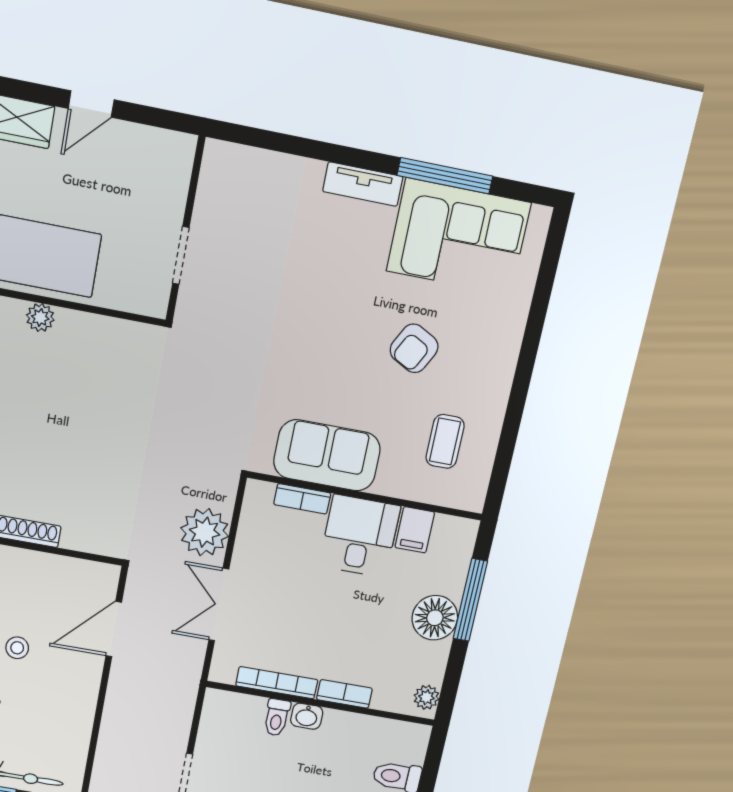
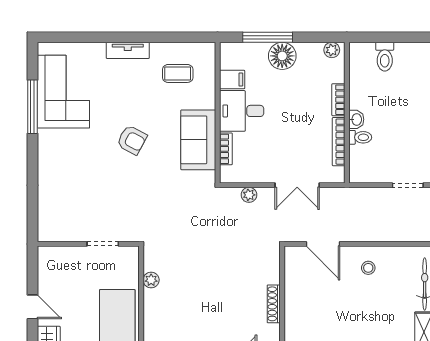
tv unit: (363, 184) -> (128, 50), moved, turned 90
plant: (40, 318) -> (151, 280), moved
armchair: (414, 348) -> (132, 140), moved
plant: (205, 532) -> (249, 195), width x0.53, depth x0.53
stool: (17, 648) -> (368, 268), moved

